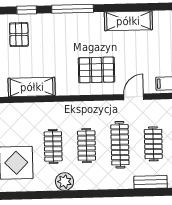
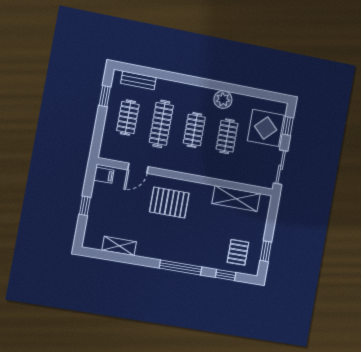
shelving: (128, 21) -> (119, 246), width x0.67, depth x0.75

